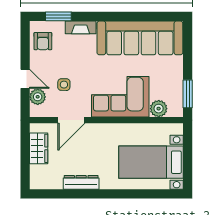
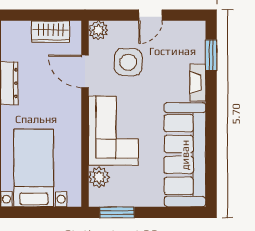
armchair: (43, 41) -> (181, 37), removed
door: (25, 79) -> (150, 15), moved
side table: (64, 85) -> (128, 62), width x1.87, depth x1.87
plant: (38, 97) -> (98, 30), moved

